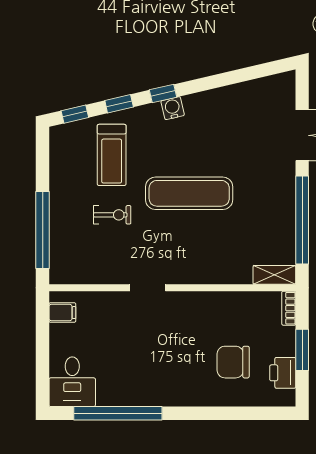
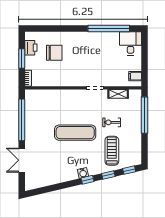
shelving: (274, 275) -> (118, 94), moved

